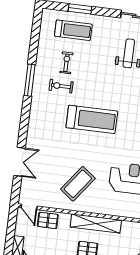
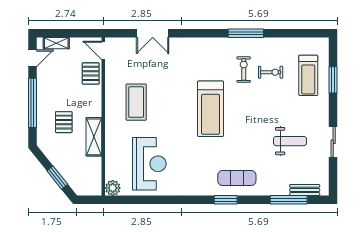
coffee table: (78, 184) -> (136, 102), turned 53
door: (29, 207) -> (103, 50), hinge flipped
shelving: (96, 223) -> (94, 137), width x0.68

